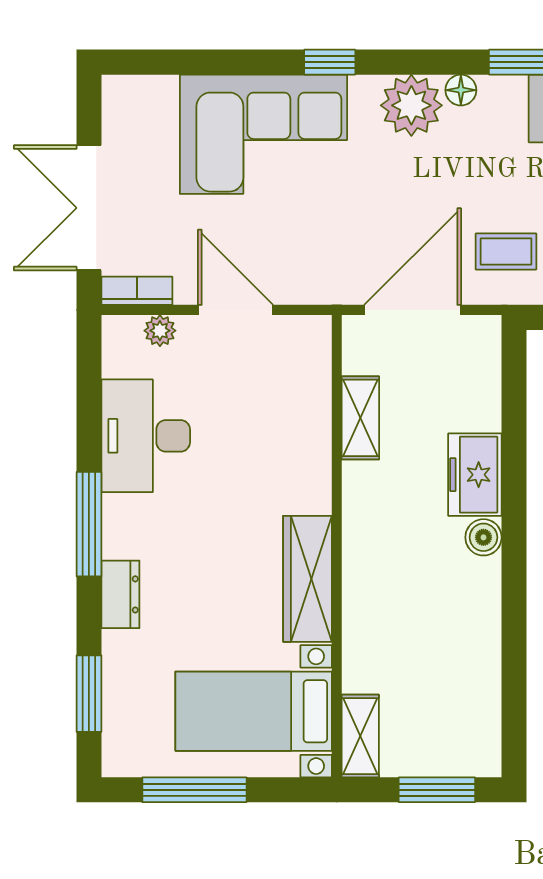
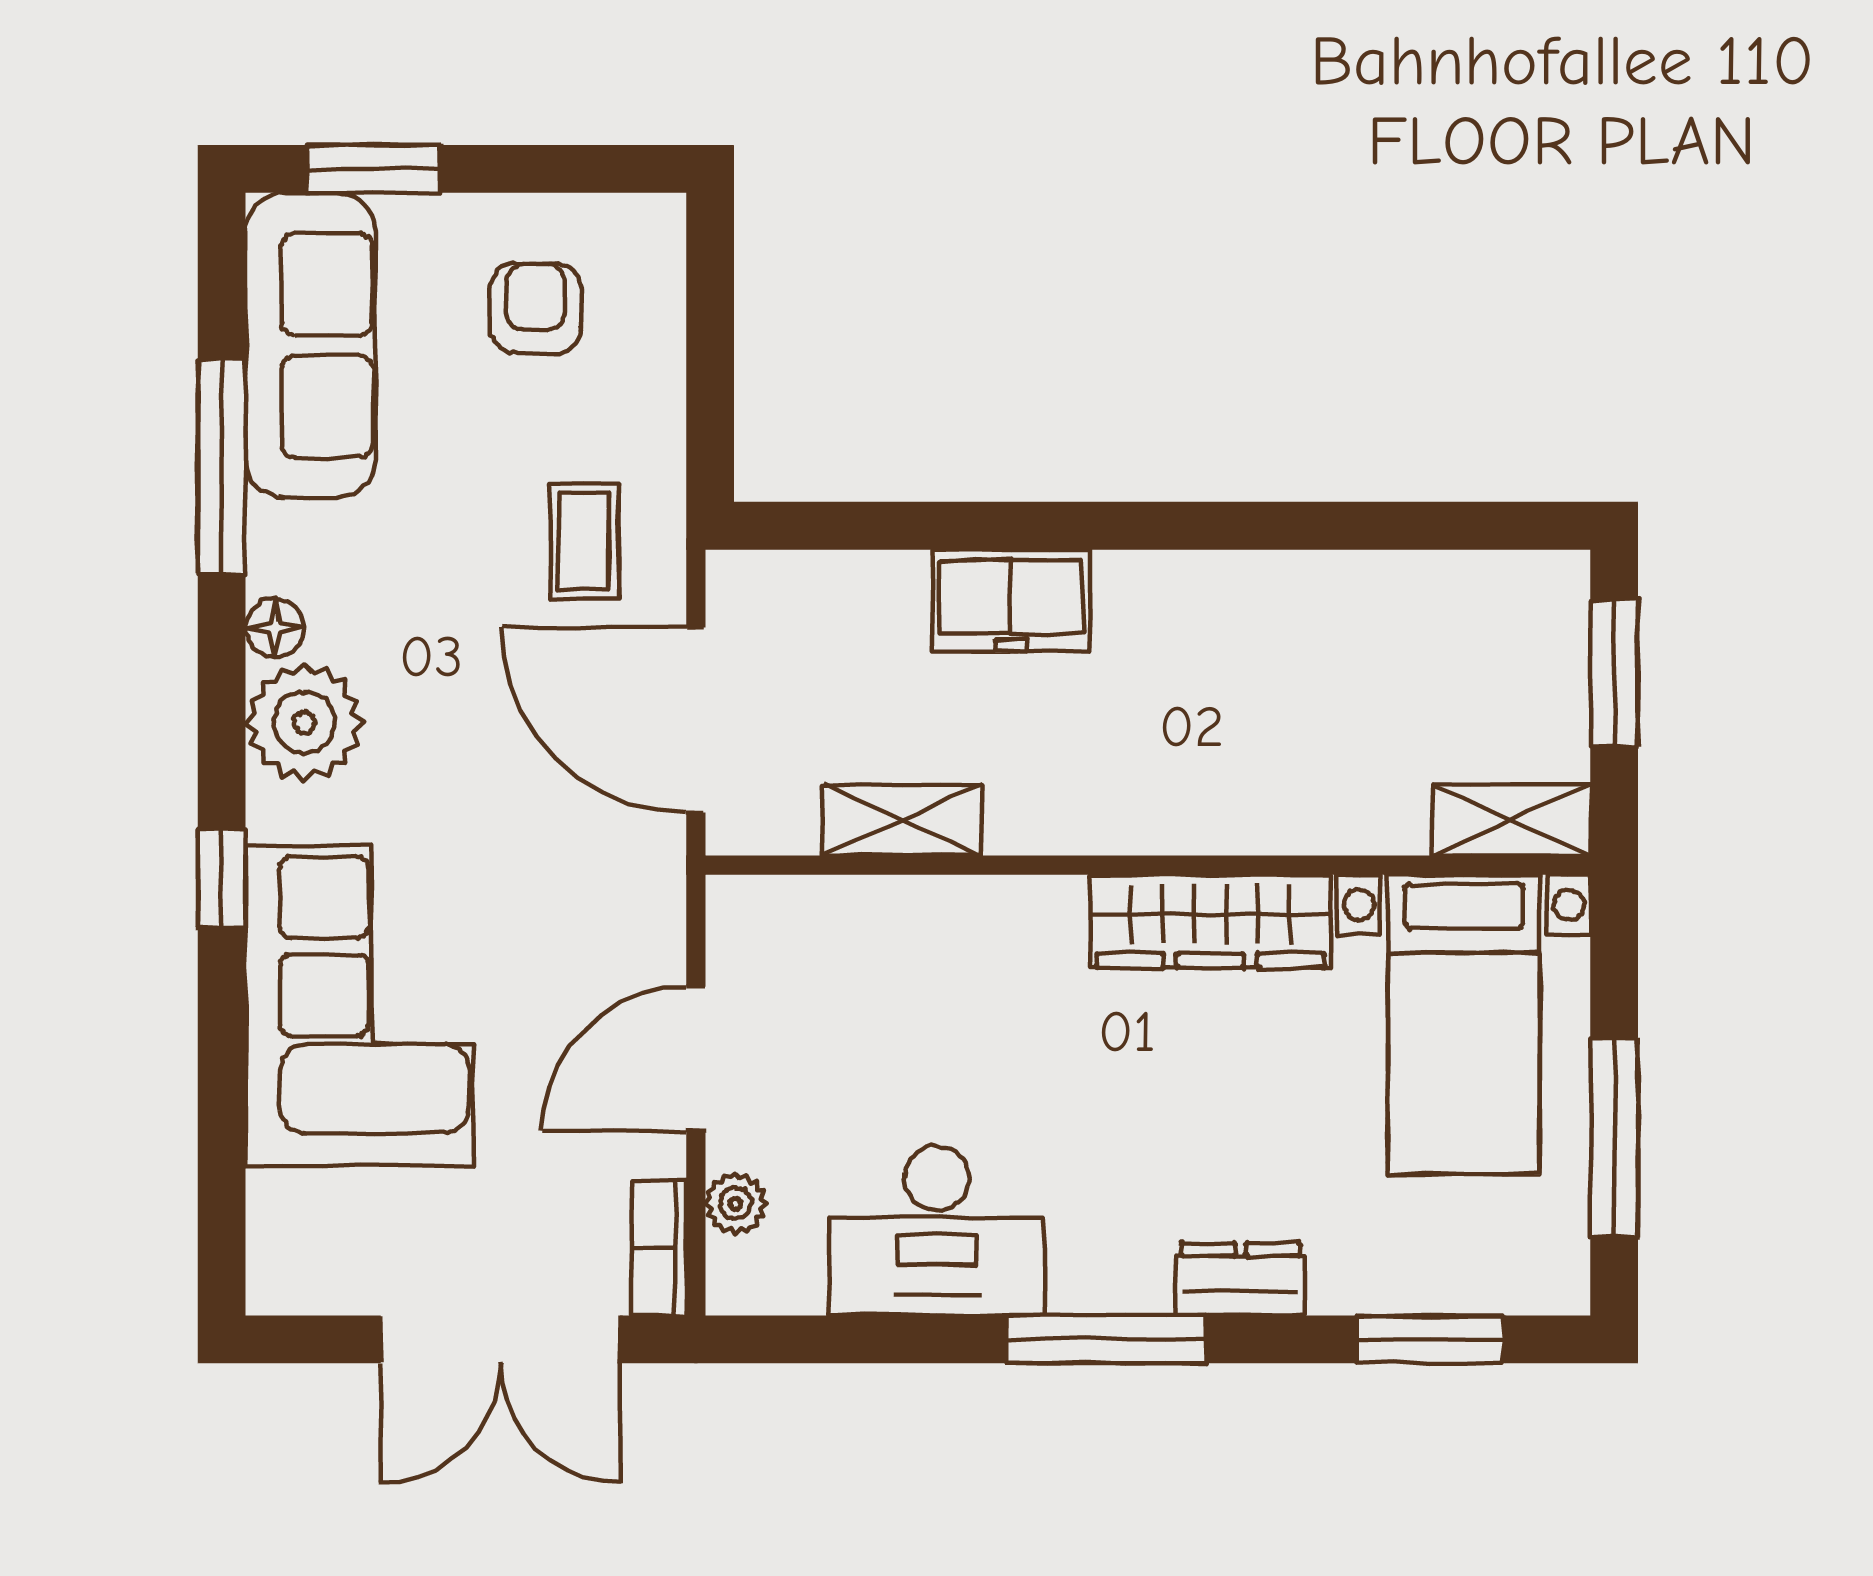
boiler: (483, 537) -> (1131, 584), removed

